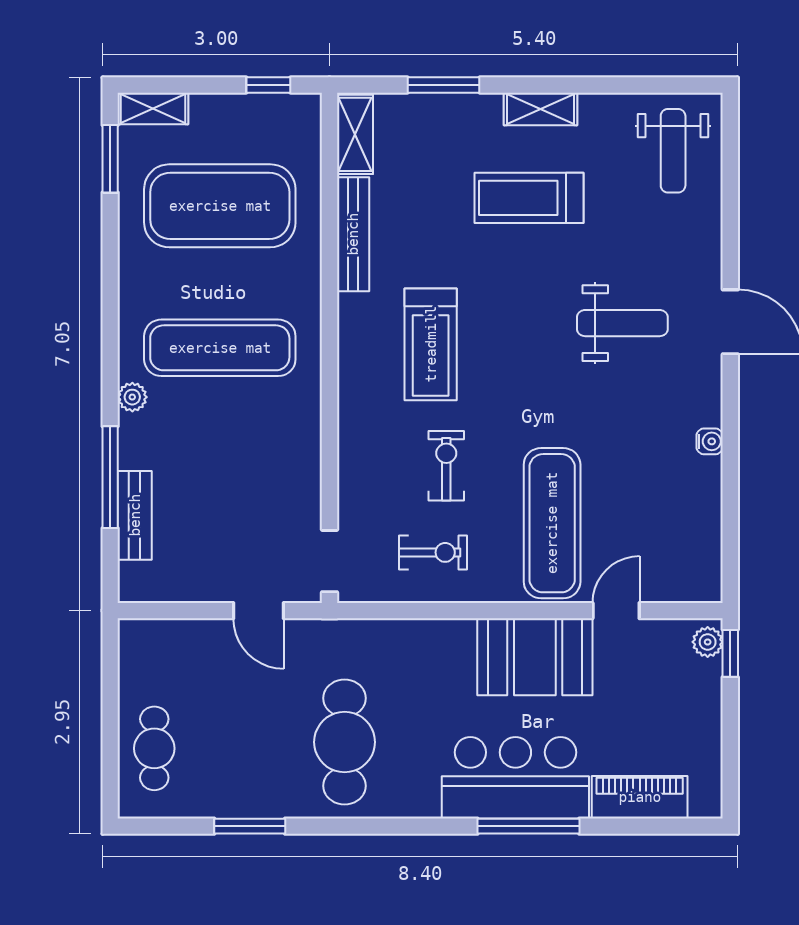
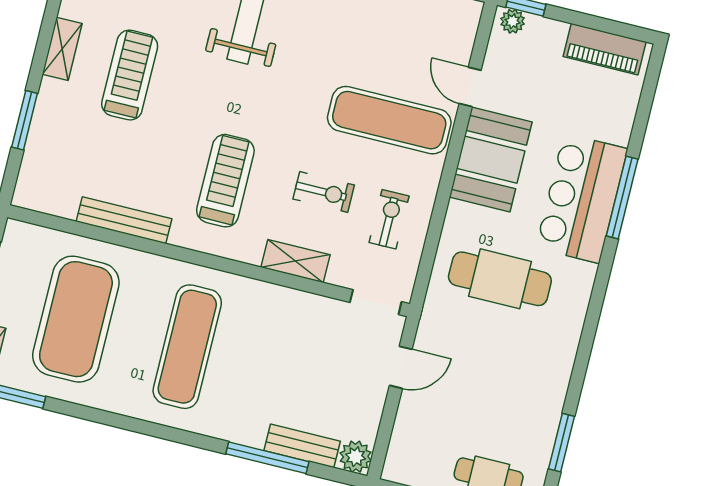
shelving: (355, 134) -> (295, 261), moved
treadmill: (529, 198) -> (130, 75), turned 180
treadmill: (431, 344) -> (225, 181), turned -90
plant: (132, 397) -> (356, 457), moved, width x1.38, depth x1.38
exercise bike: (446, 466) -> (324, 192), turned 180
cafe table: (345, 742) -> (500, 279), moved
piano: (640, 797) -> (605, 49), moved, turned -90
window: (250, 826) -> (562, 443), moved

